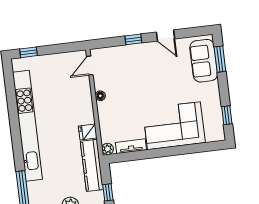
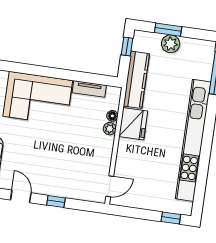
floor lamp: (100, 96) -> (112, 116), moved
fridge: (88, 132) -> (133, 124), width x1.88, depth x1.34
plant: (108, 149) -> (110, 129), moved

